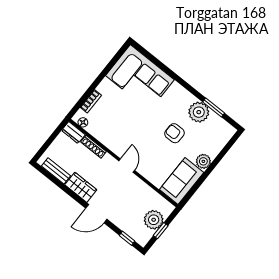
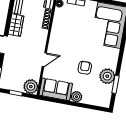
door: (127, 166) -> (44, 60), moved
plant: (154, 220) -> (31, 87), moved

